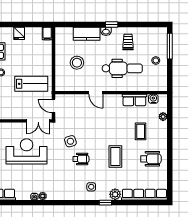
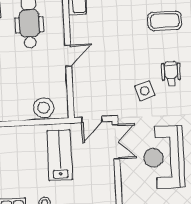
stool: (77, 63) -> (44, 108), moved

